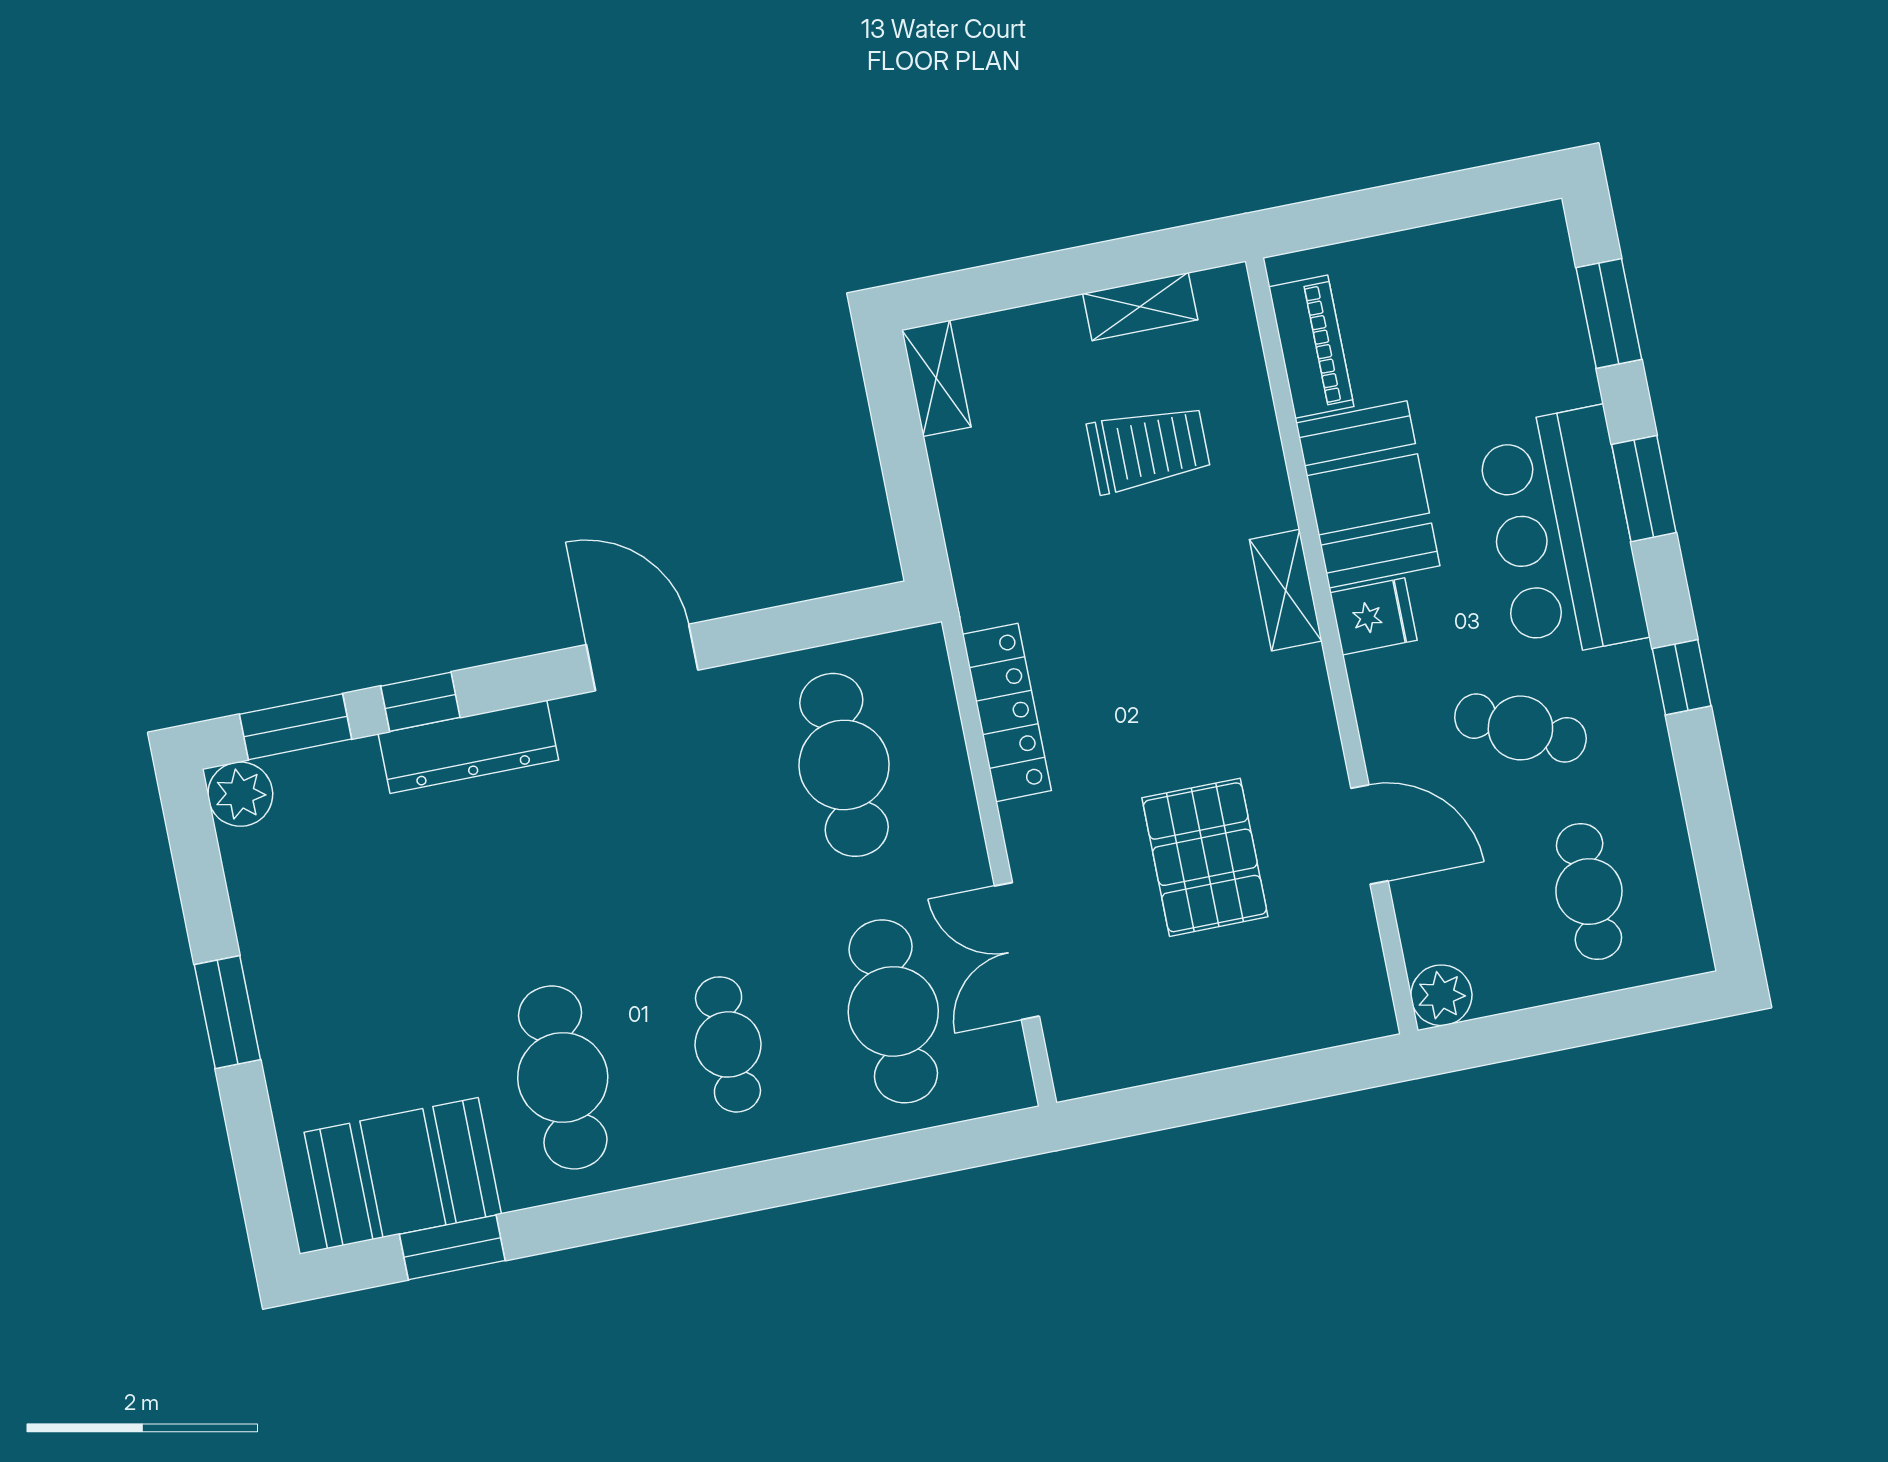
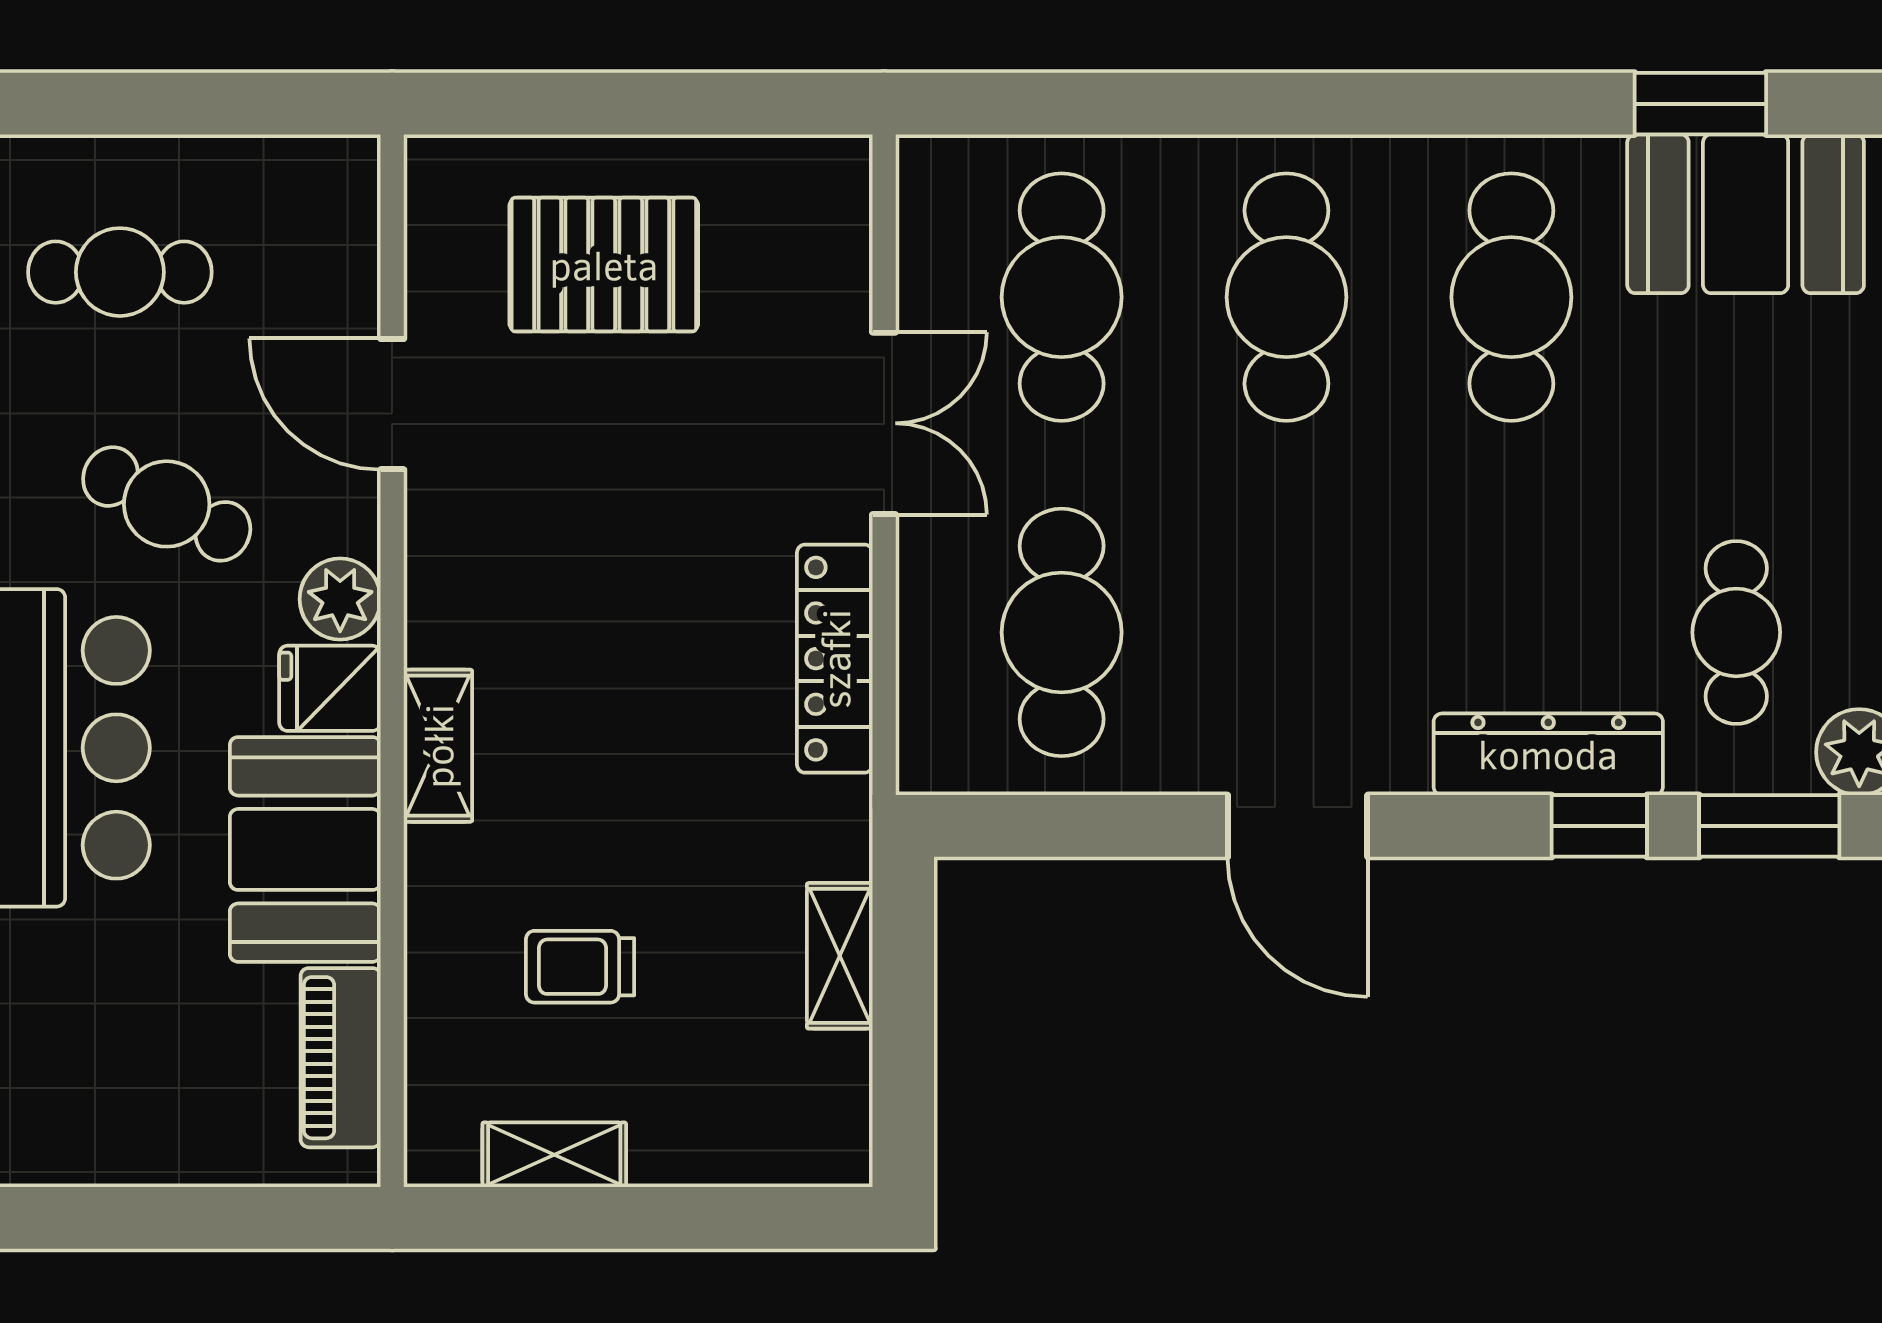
shelving: (936, 378) -> (840, 956), moved
trolley: (1149, 449) -> (580, 967), width x0.73, depth x0.72
pallet: (1205, 857) -> (604, 265), moved, turned 90
cafe table: (348, 864) -> (1736, 632), added
cafe table: (1589, 892) -> (120, 272), turned 90
double door: (1017, 951) -> (884, 423), moved
plant: (1441, 995) -> (340, 599), moved
cafe table: (728, 1044) -> (1286, 297), width x1.37, depth x1.35

